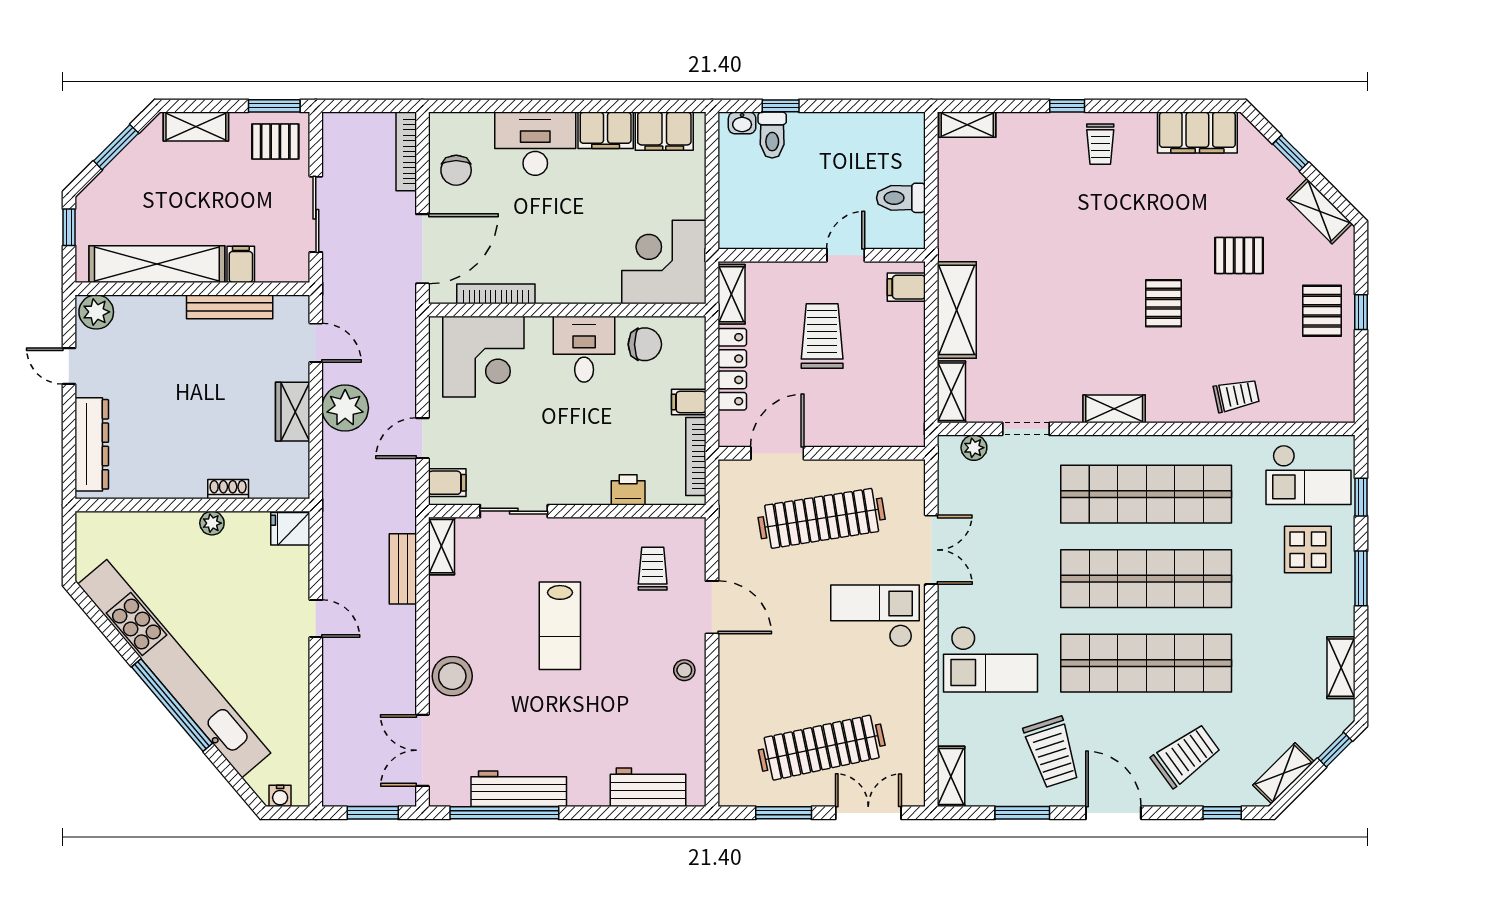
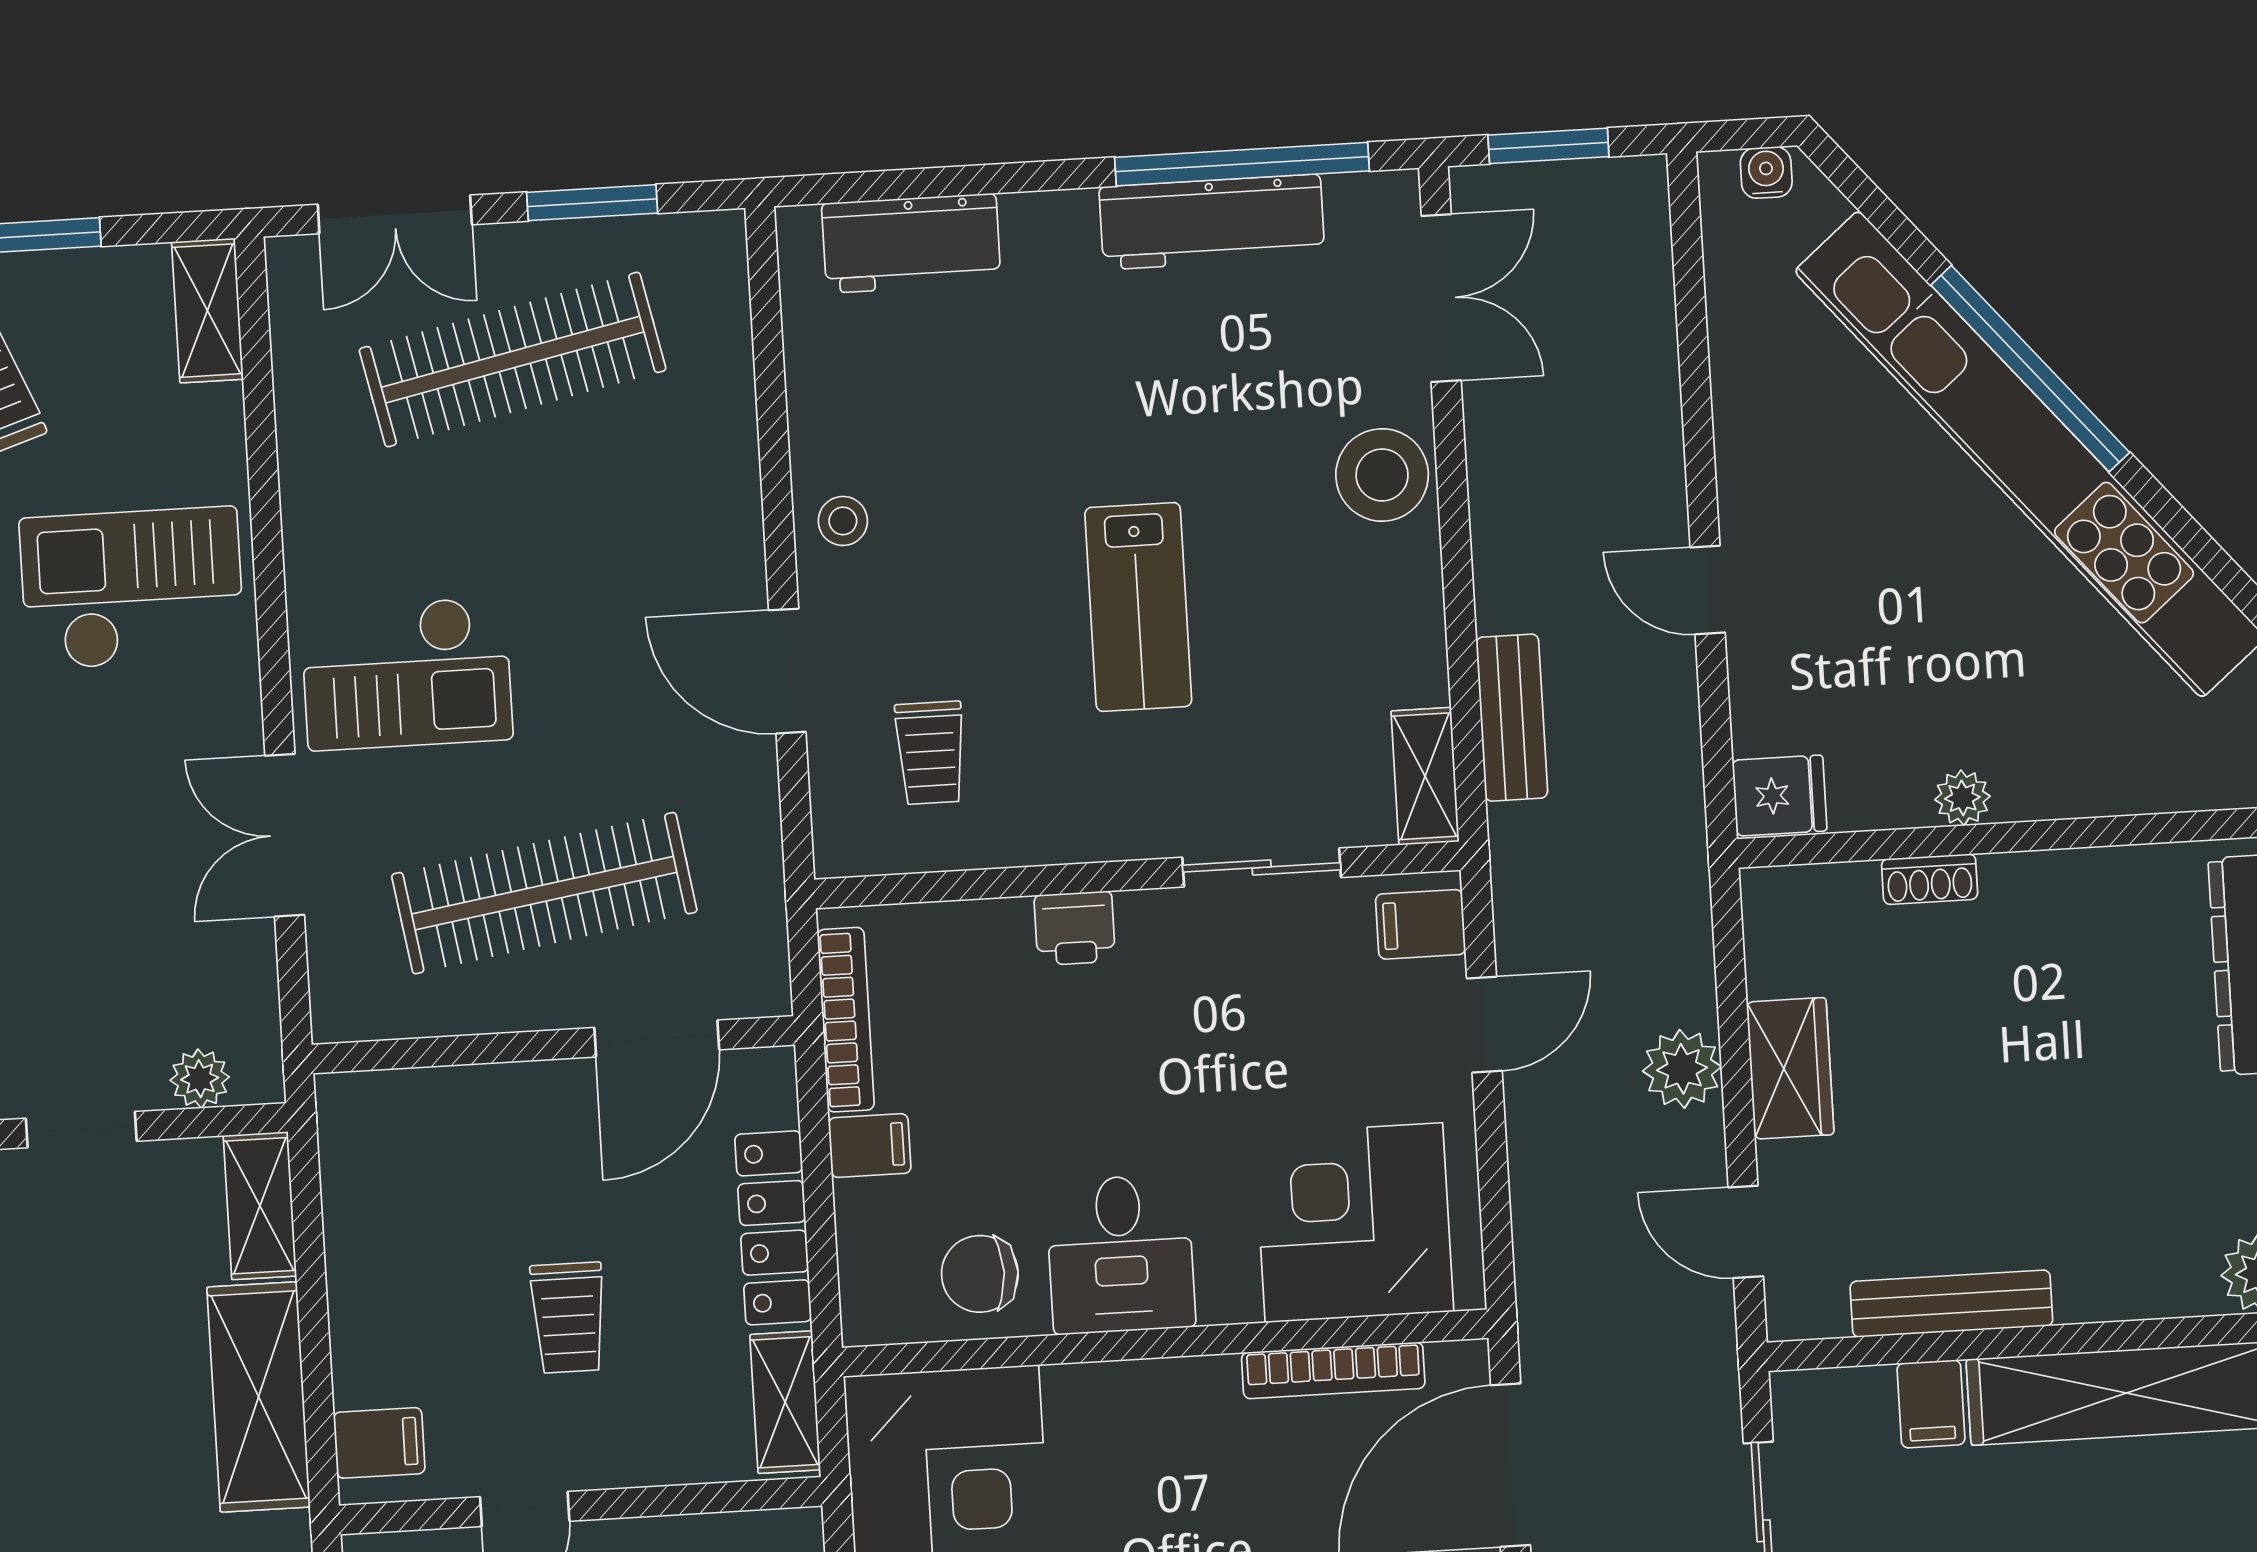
trolley: (822, 336) -> (568, 1318), width x0.73, depth x0.72
plant: (345, 408) -> (1682, 1069), width x0.73, depth x0.73
printer: (628, 490) -> (1075, 928), moved
lab bench: (560, 626) -> (1138, 607), turned 180

